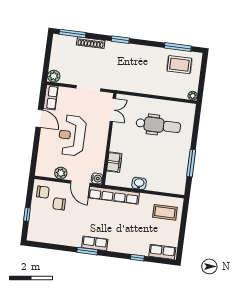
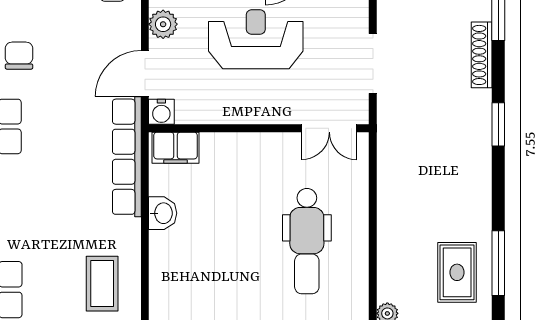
filing cabinet: (114, 162) -> (175, 148), moved
chair: (59, 204) -> (19, 56), moved

